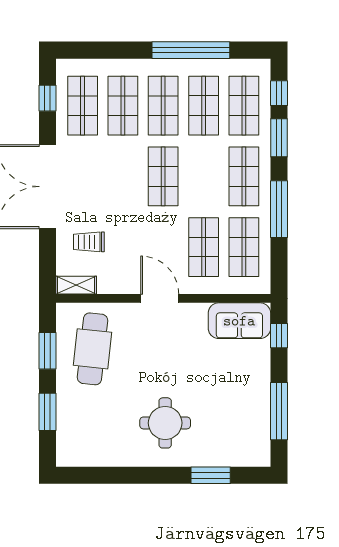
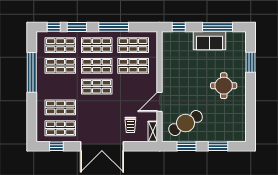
shop shelf: (163, 106) -> (97, 66), moved
door: (160, 298) -> (160, 102), moved
sofa: (239, 321) -> (209, 41), moved, turned 90
cafe table: (92, 349) -> (186, 123), turned -37

